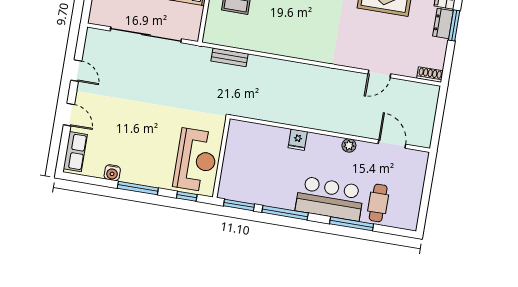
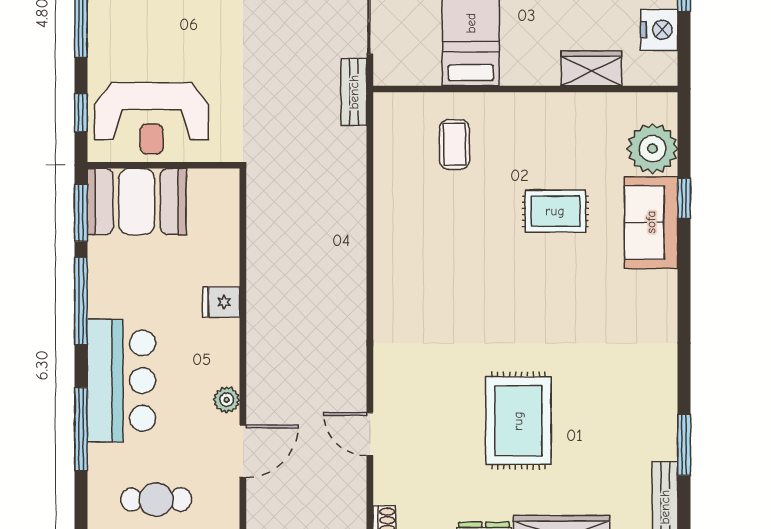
bench: (229, 57) -> (354, 92), moved
door: (392, 144) -> (243, 451), moved
booth: (238, 175) -> (137, 201), added
cafe table: (378, 203) -> (156, 500), moved

